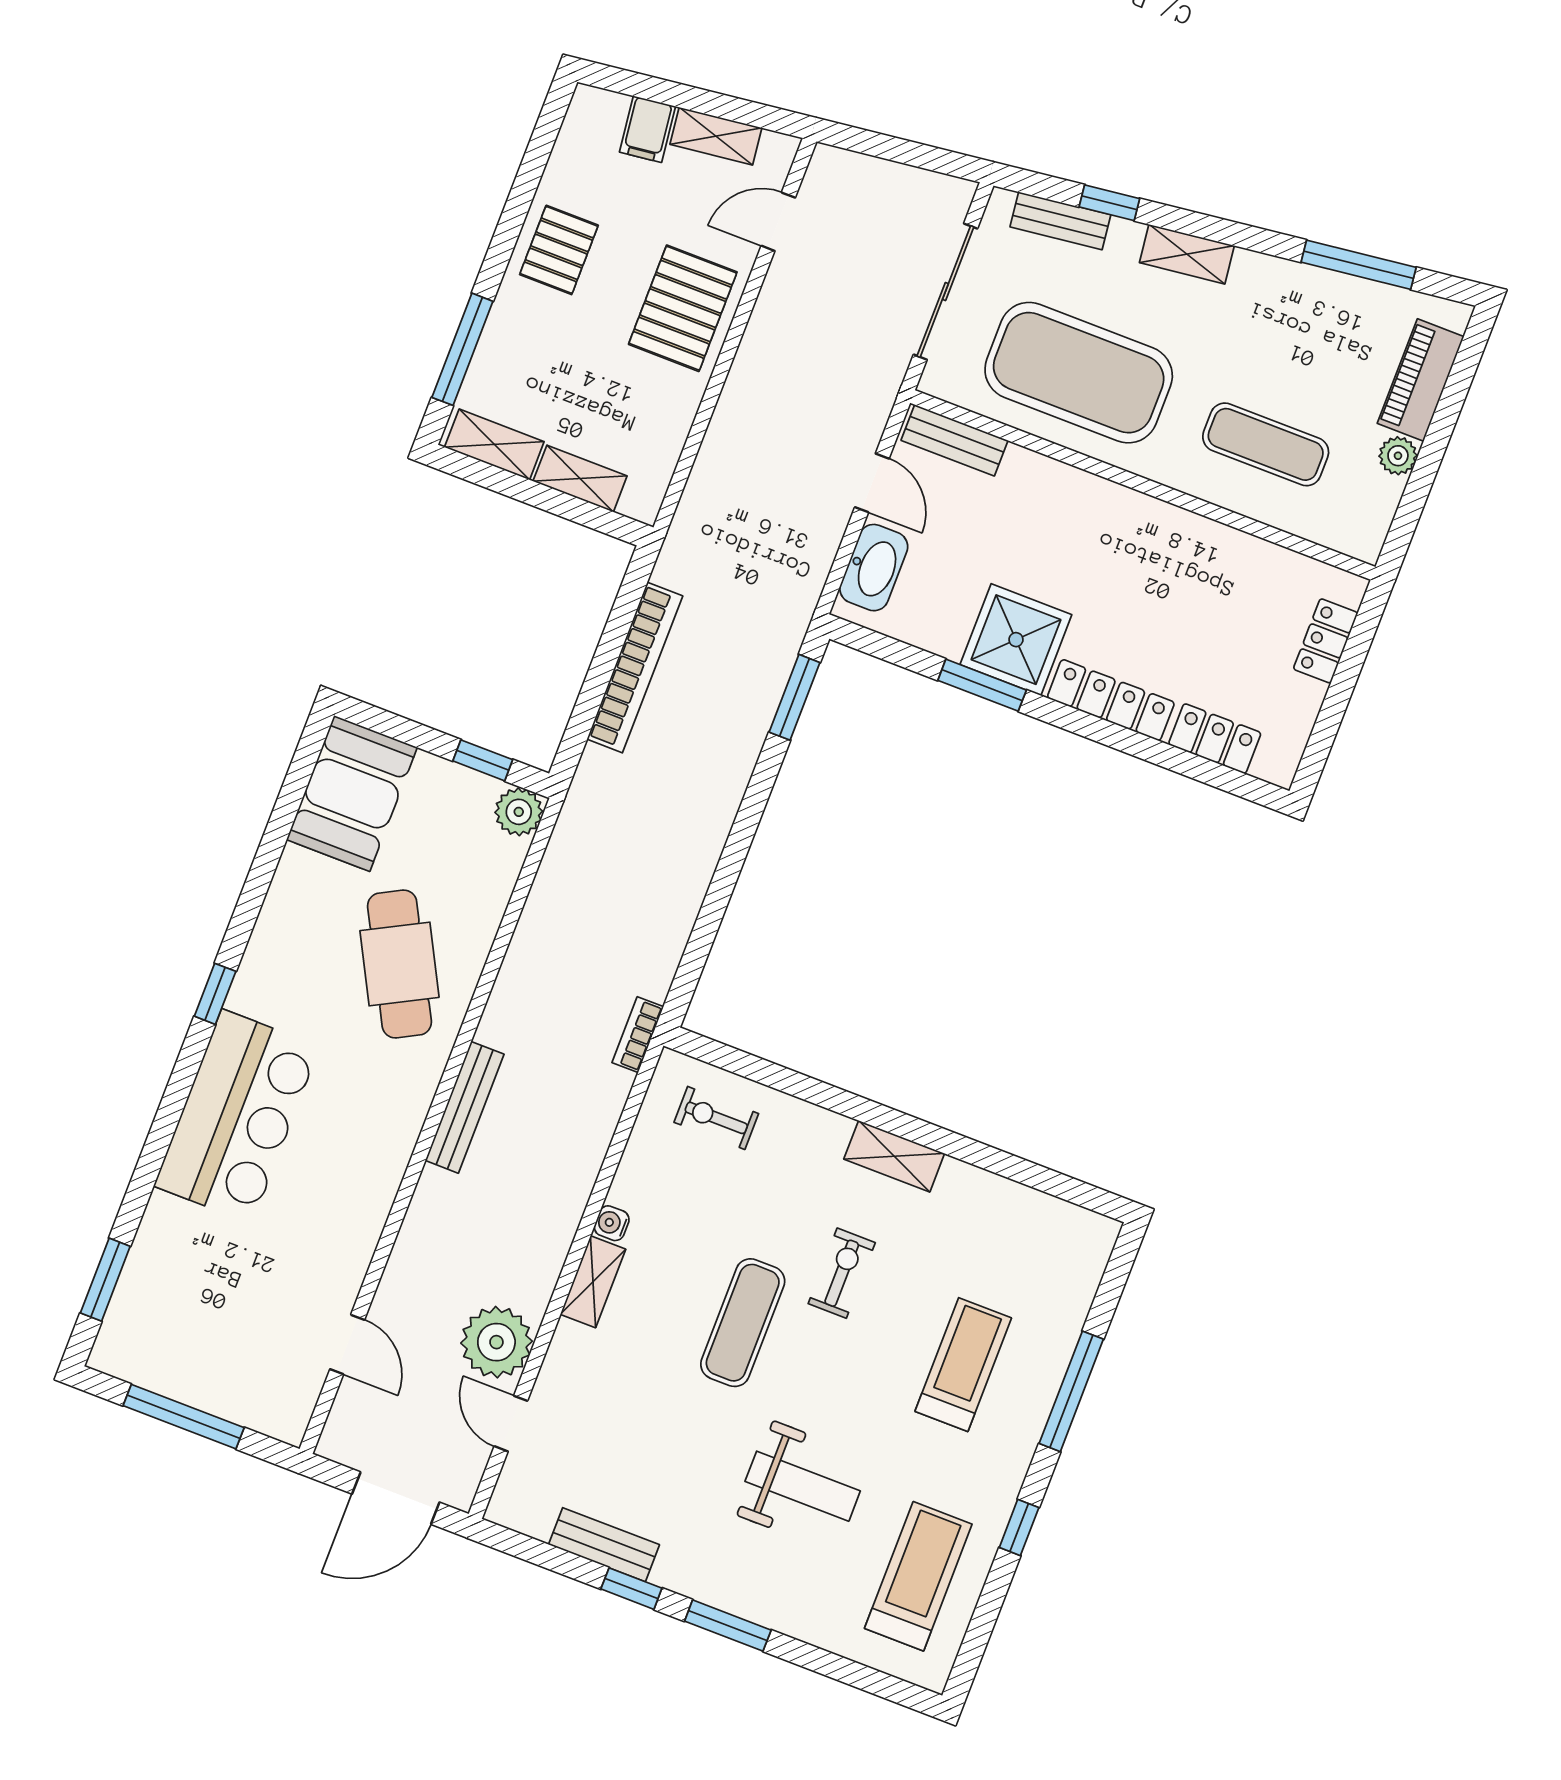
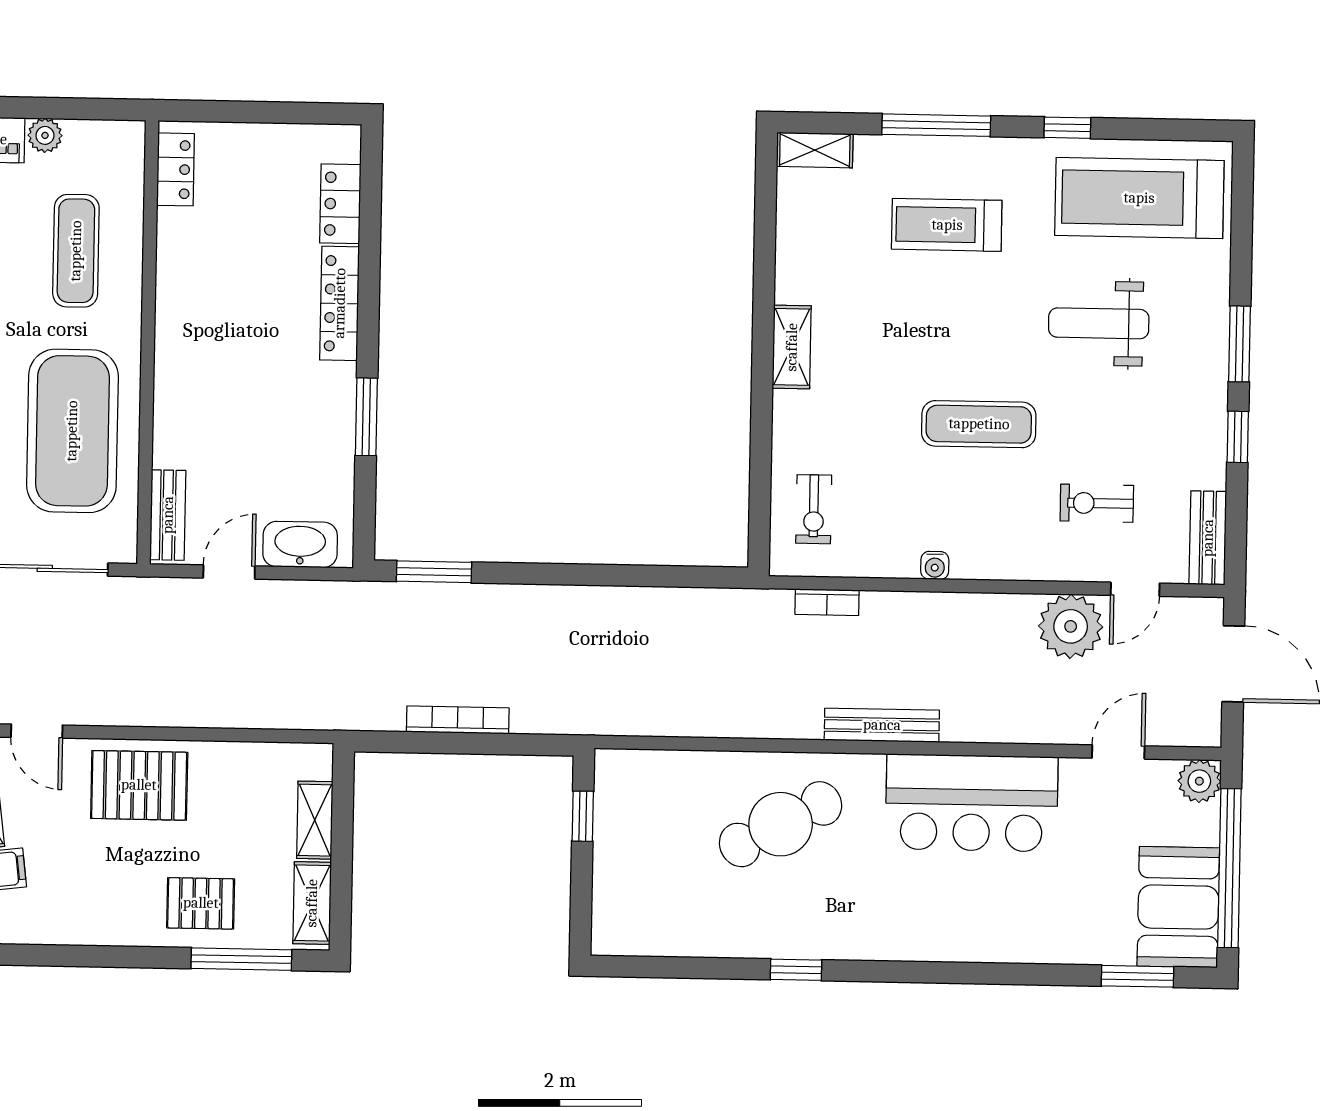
pallet: (559, 250) -> (201, 903), moved
shower: (1016, 640) -> (317, 402), removed
locker: (1326, 641) -> (176, 169), moved, turned -90
bookcase: (635, 667) -> (458, 720), width x0.68, depth x0.76
booth: (352, 793) -> (1178, 907), moved, turned 90
plant: (519, 812) -> (1199, 781), moved
window: (215, 994) -> (796, 970), moved
bookcase: (638, 1035) -> (827, 602), moved
bar counter: (237, 1116) -> (972, 803), moved, turned 180
exercise bike: (842, 1273) -> (1097, 503), moved
shelving: (593, 1282) -> (815, 150), moved
window: (184, 1417) -> (1229, 868), width x1.46
weight bench: (803, 1486) -> (1099, 323), turned -90
bench: (604, 1545) -> (1208, 538), moved
treadmill: (918, 1576) -> (1139, 198), width x1.37, depth x1.38

